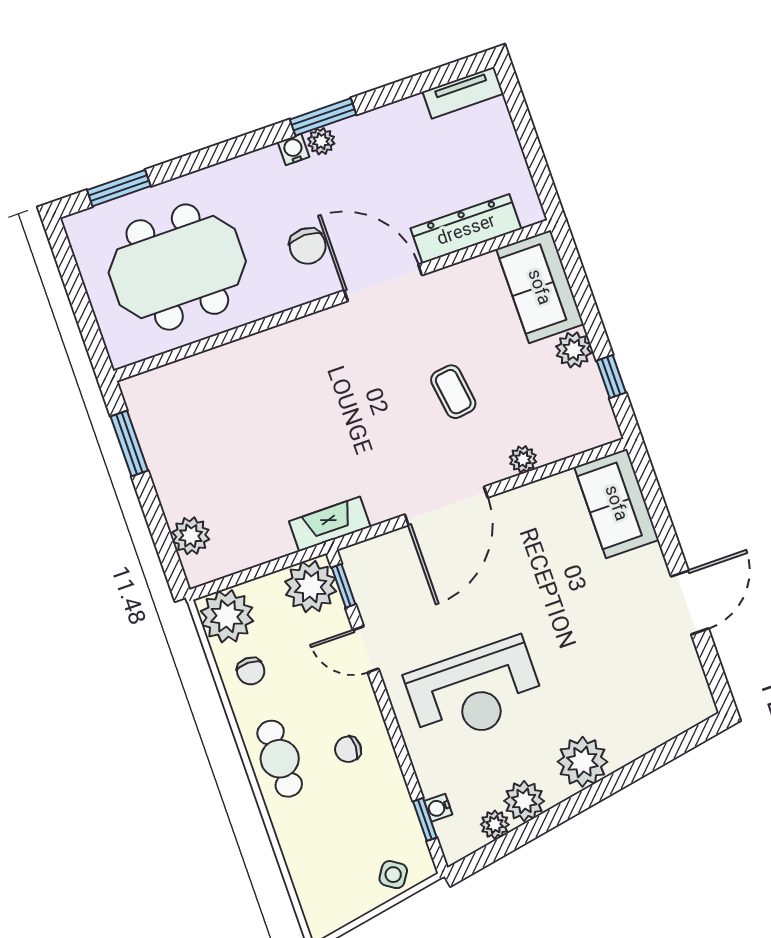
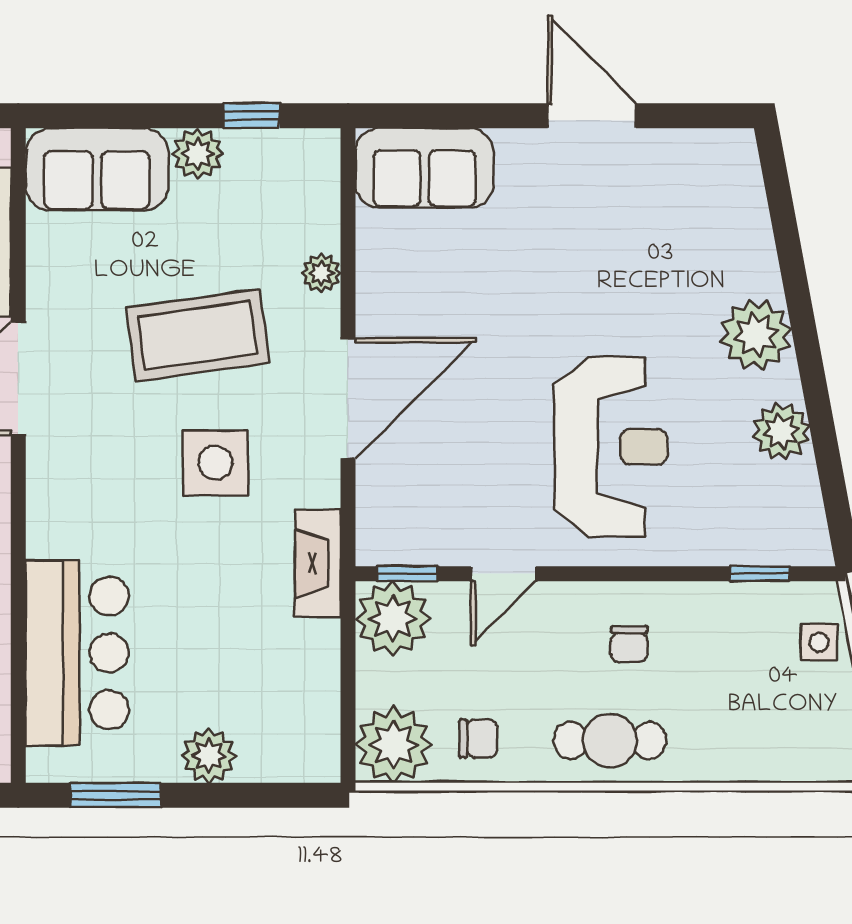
bar counter: (215, 385) -> (77, 653), added
coffee table: (453, 392) -> (198, 335), width x1.86, depth x1.72
side table: (373, 433) -> (215, 463), added
door: (446, 506) -> (348, 398), hinge flipped
plant: (191, 536) -> (209, 756), moved
water cooler: (438, 808) -> (750, 550), removed
plant: (495, 825) -> (799, 482), removed
side table: (393, 875) -> (819, 642), turned -33

